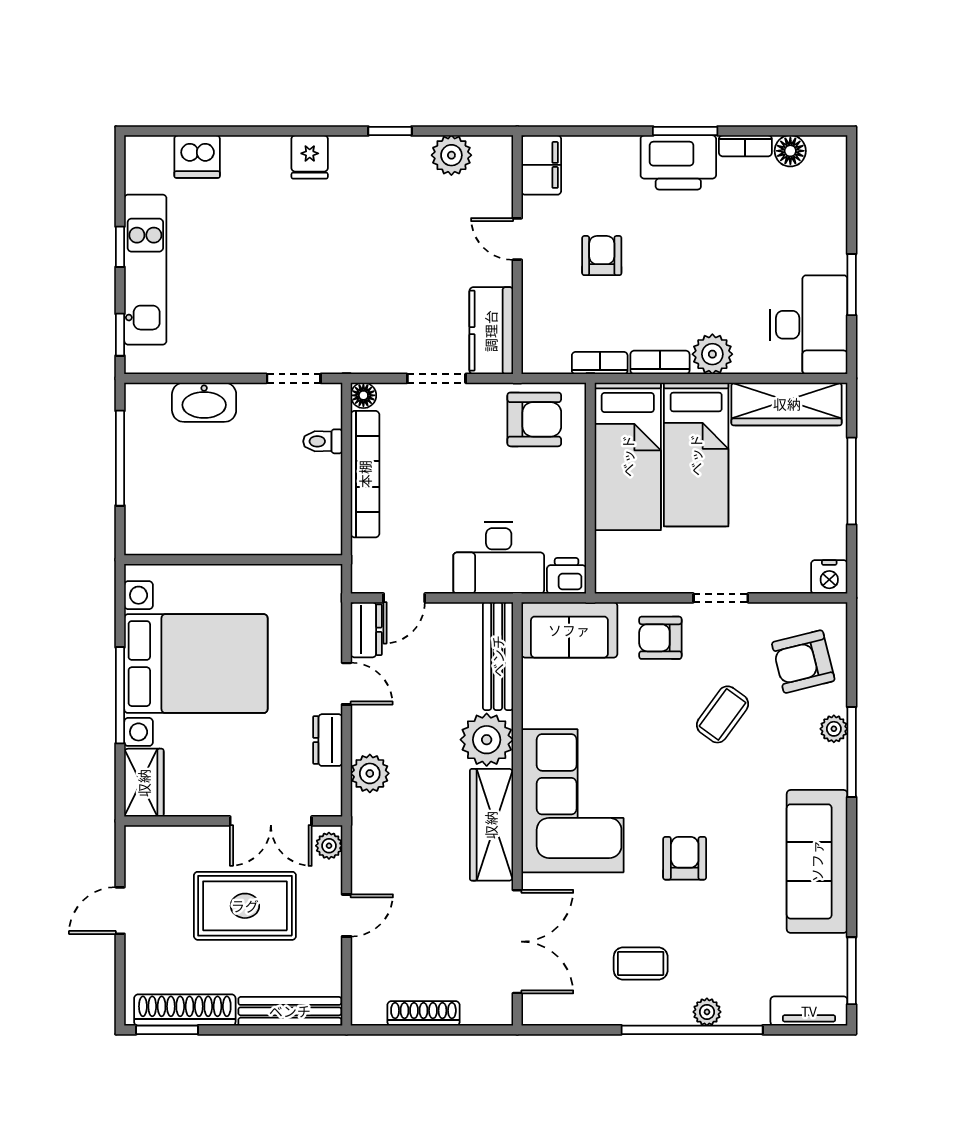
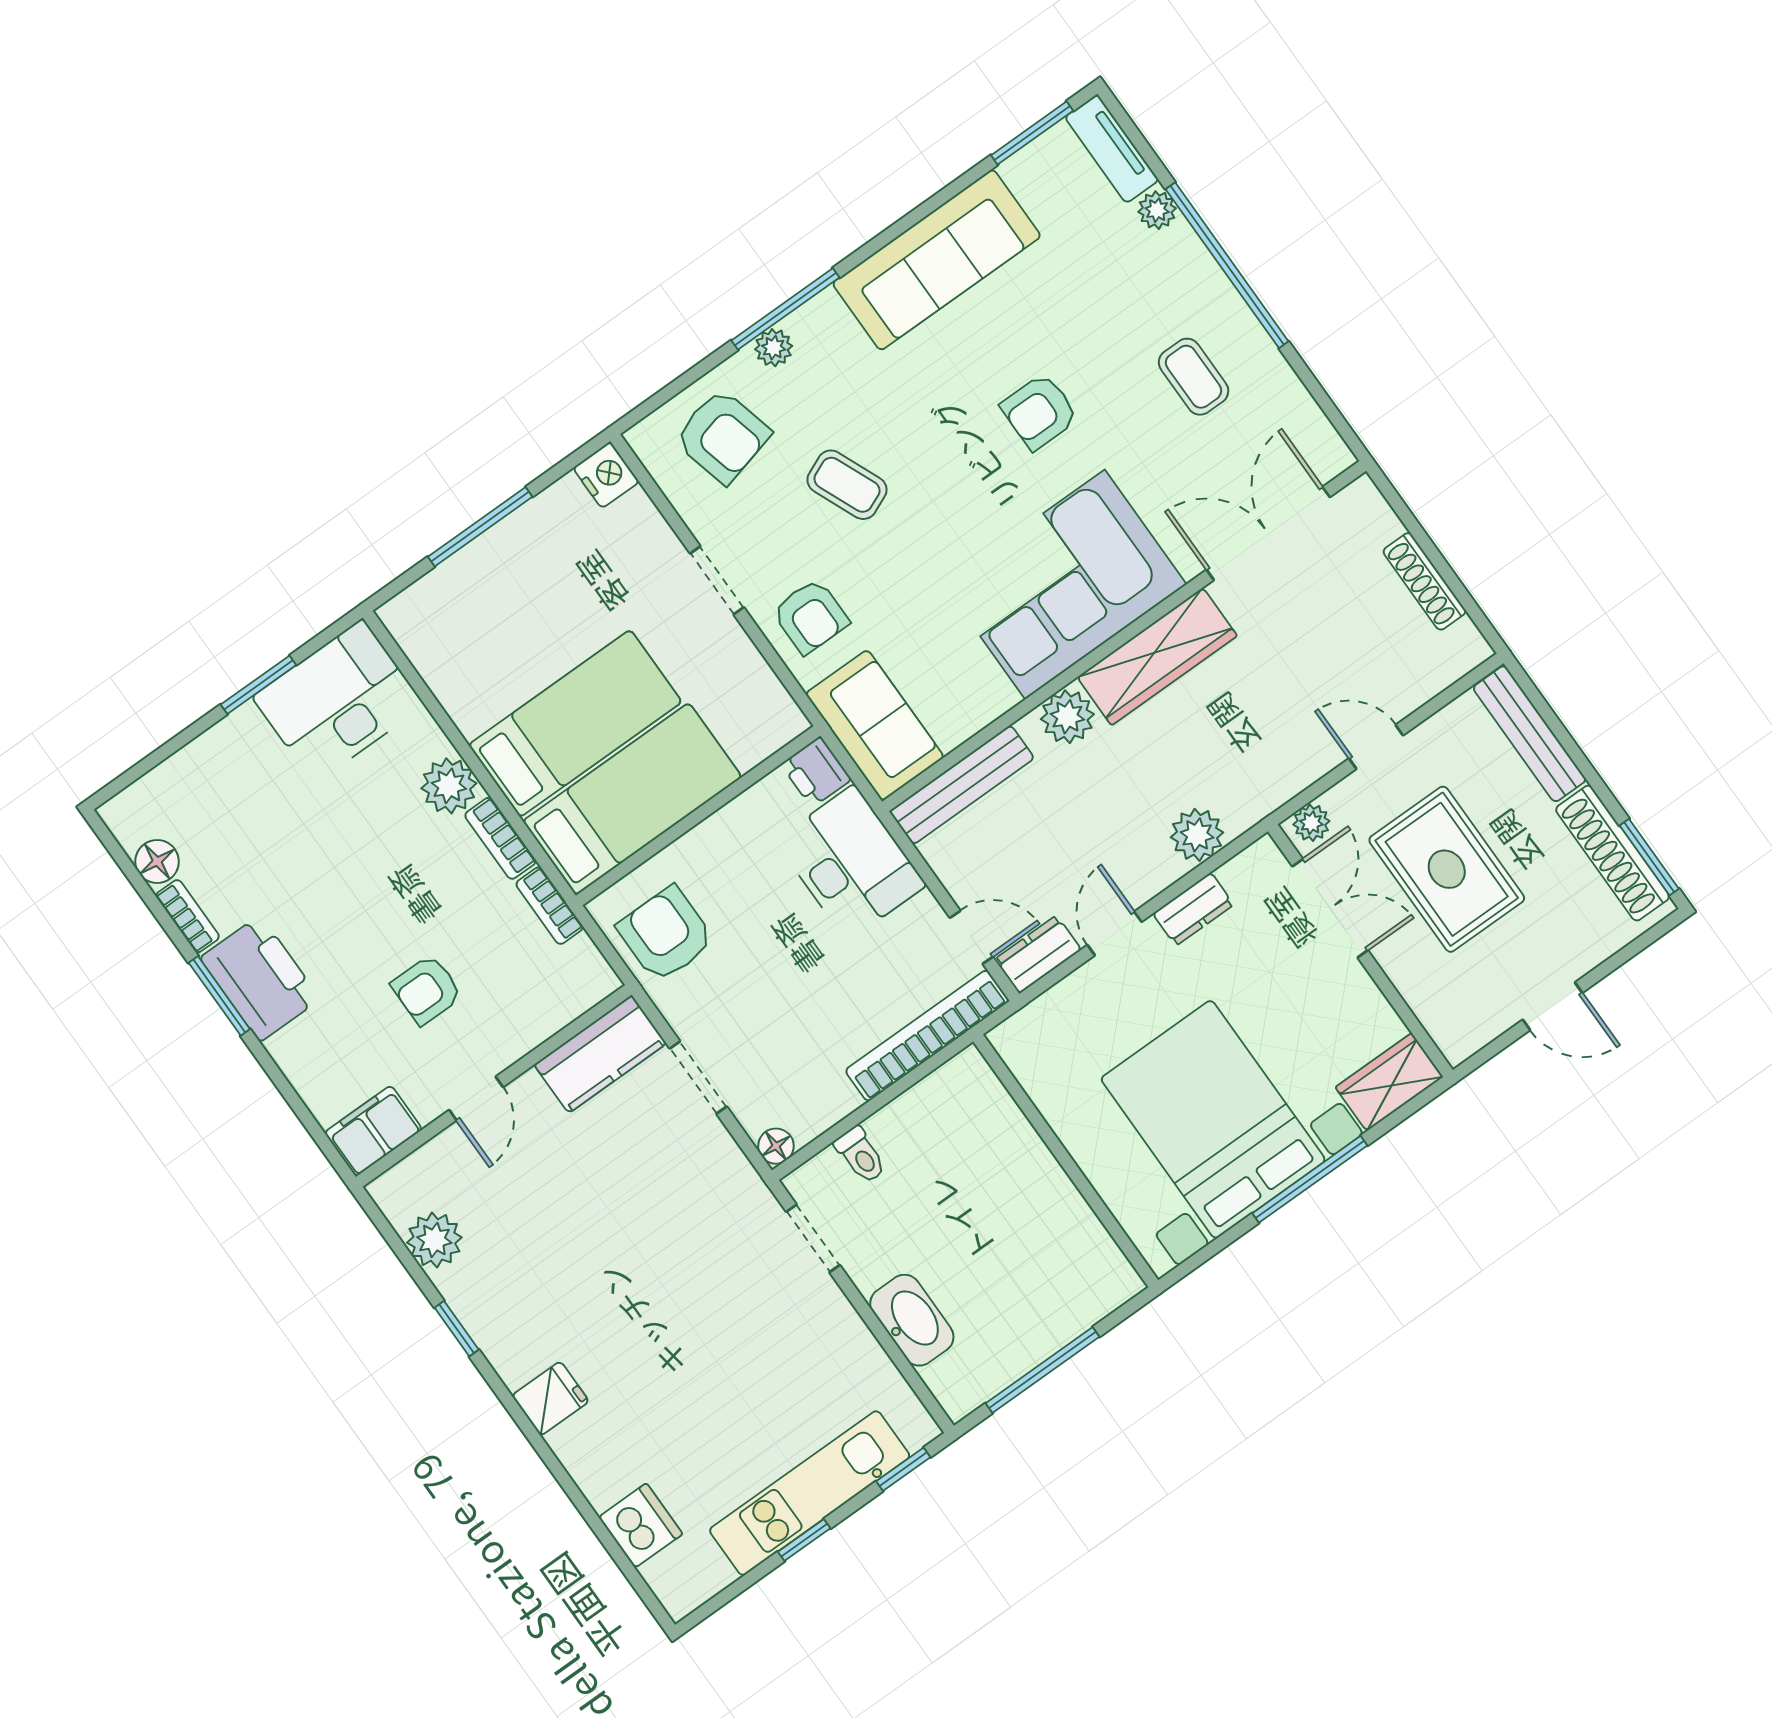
wardrobe: (787, 404) -> (445, 662), removed
bookcase: (365, 474) -> (927, 1036), moved
coffee table: (722, 714) -> (847, 485), turned 31
plant: (487, 740) -> (1067, 717), width x0.73, depth x0.73
plant: (707, 1012) -> (1157, 210), moved

